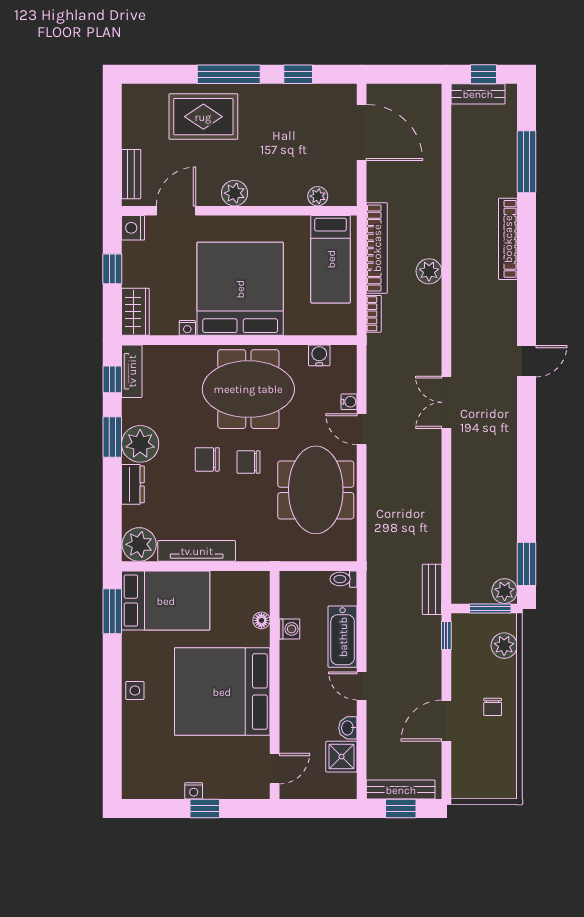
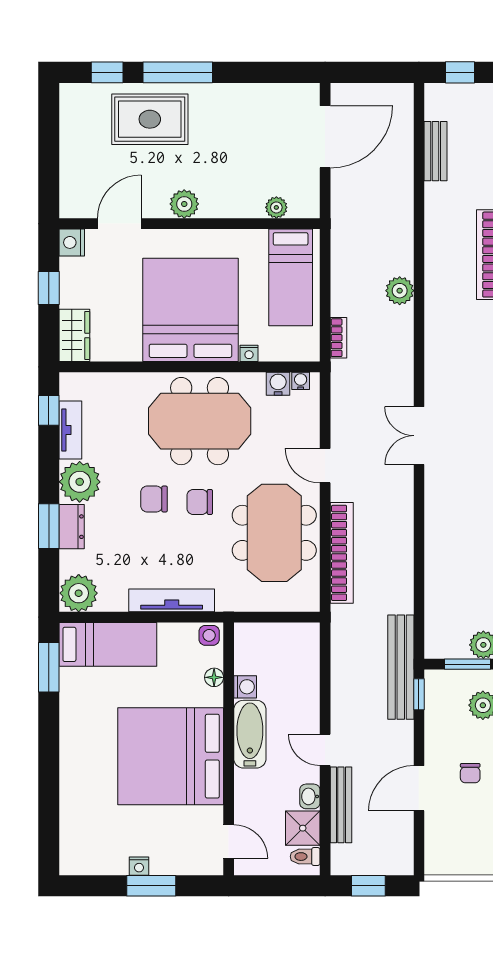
window: (298, 74) -> (107, 72), moved
bench: (478, 94) -> (436, 151), moved, turned 90
door: (362, 132) -> (325, 137), hinge flipped
bench: (131, 174) -> (70, 183), removed
bookcase: (377, 248) -> (342, 553), moved
nightstand: (187, 328) -> (249, 353), moved
tv unit: (132, 371) -> (70, 430), moved
water cooler: (349, 402) -> (301, 381), moved, turned -90
window: (112, 437) -> (49, 526), moved
tv unit: (197, 551) -> (172, 600), moved
toilet: (344, 579) -> (305, 857), moved
bench: (432, 589) -> (401, 667), width x1.86, depth x1.21
bed: (166, 601) -> (108, 644), width x0.67
bathtub: (343, 637) -> (250, 734), moved, turned 180
side table: (135, 691) -> (209, 635), moved
door: (275, 769) -> (229, 842), hinge flipped
bench: (401, 790) -> (341, 805), moved, turned 90
window: (205, 809) -> (151, 886), width x1.50

